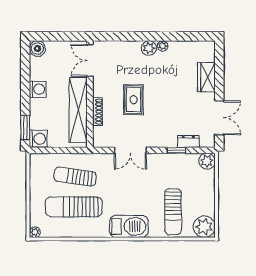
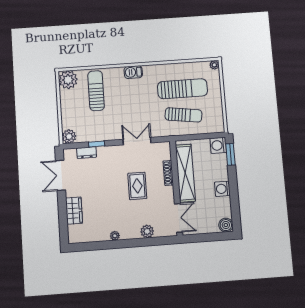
plant: (149, 48) -> (147, 231), moved
barbecue: (129, 226) -> (133, 72), width x0.53, depth x0.65

